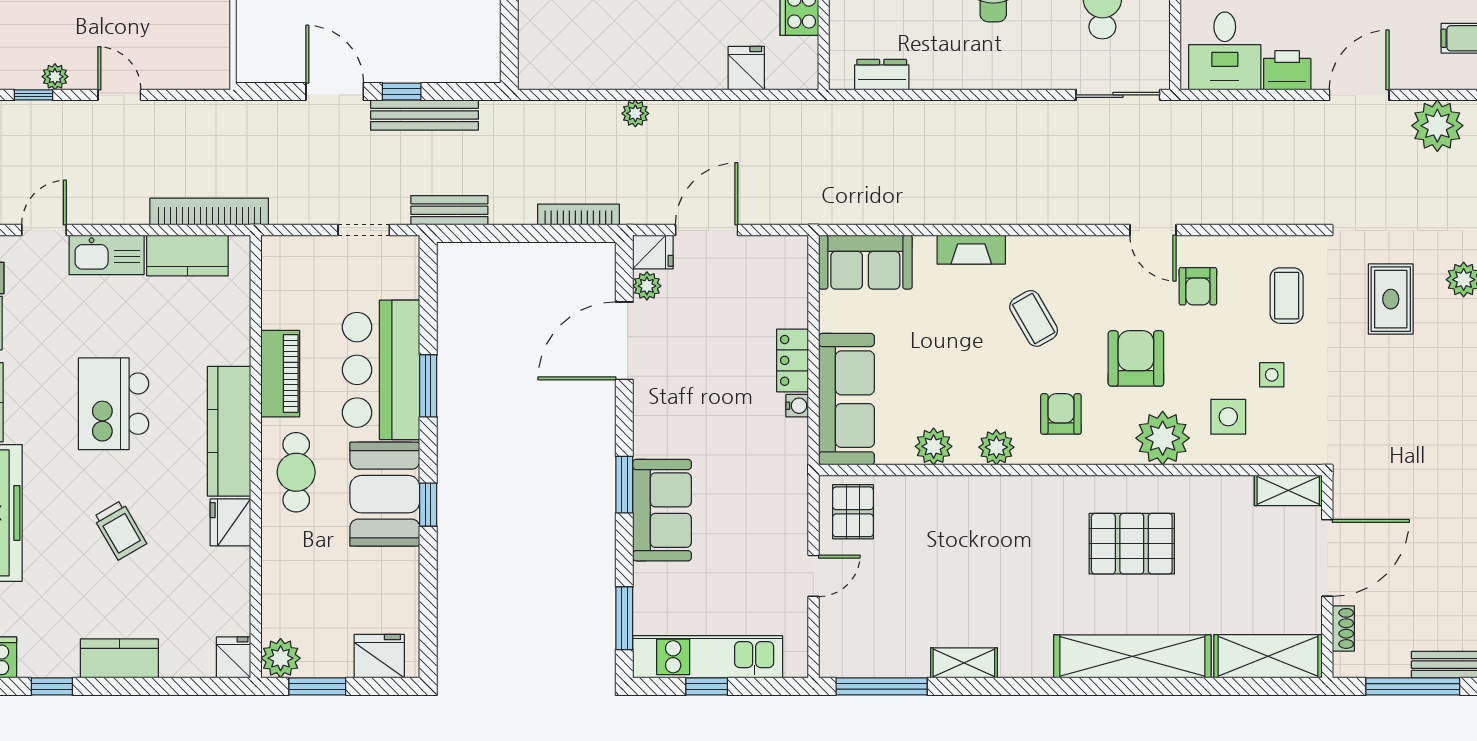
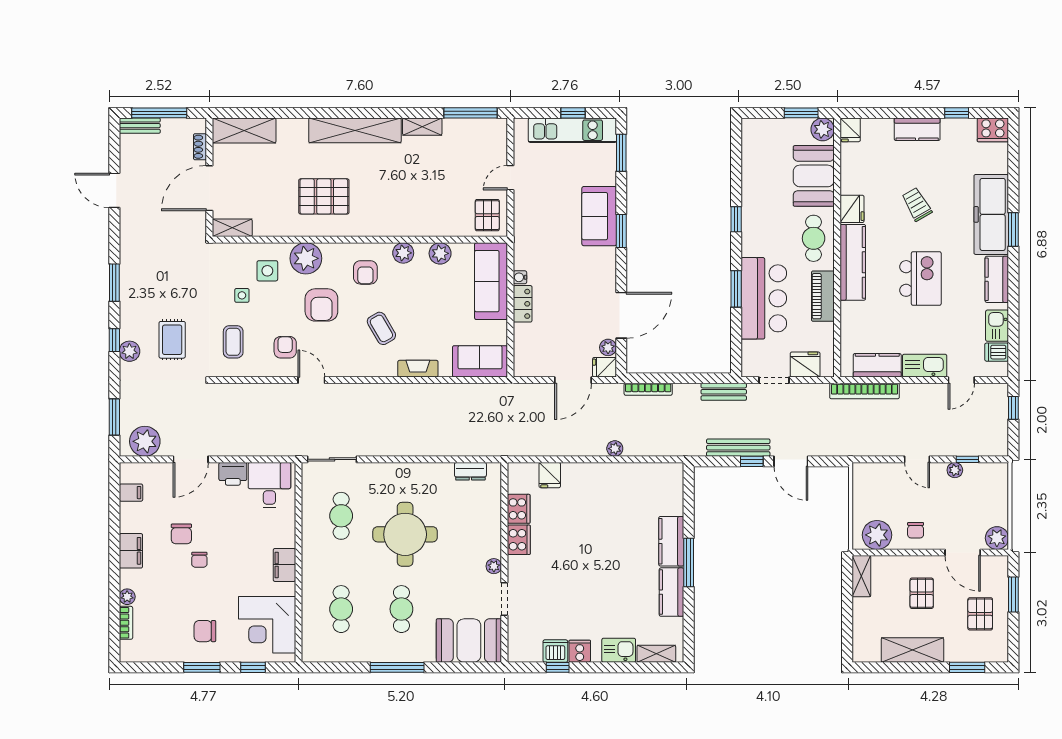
booth: (385, 494) -> (814, 176), moved
fridge: (379, 656) -> (805, 365), moved, turned 180
shelving: (1132, 656) -> (355, 130), moved

